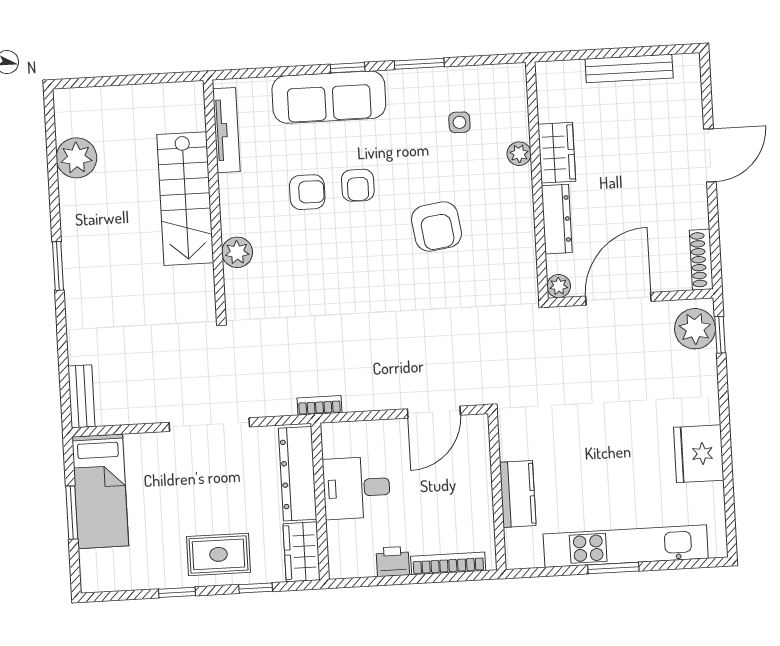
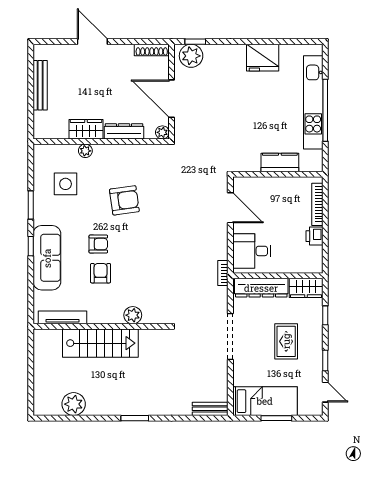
side table: (459, 122) -> (66, 184), width x1.87, depth x1.87
desk: (356, 488) -> (252, 251), moved, turned 90
rug: (219, 554) -> (286, 341), moved
window: (613, 568) -> (325, 110), width x2.11
door: (122, 595) -> (325, 392), added

